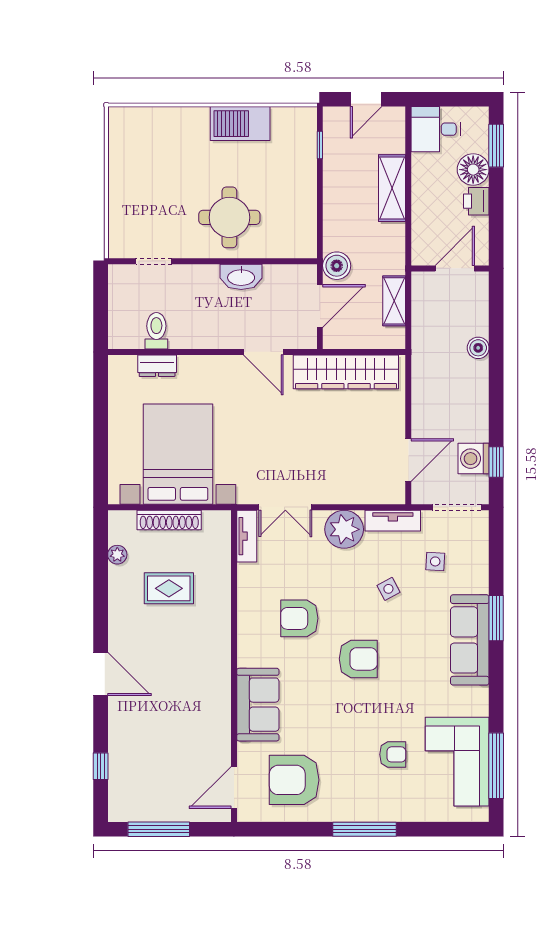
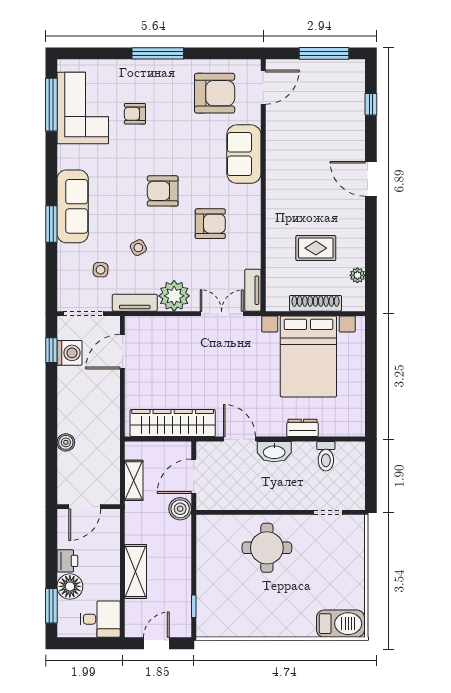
barbecue: (240, 124) -> (341, 624), moved
washbasin: (241, 277) -> (274, 452), moved, turned 180
dresser: (157, 366) -> (302, 428), moved

